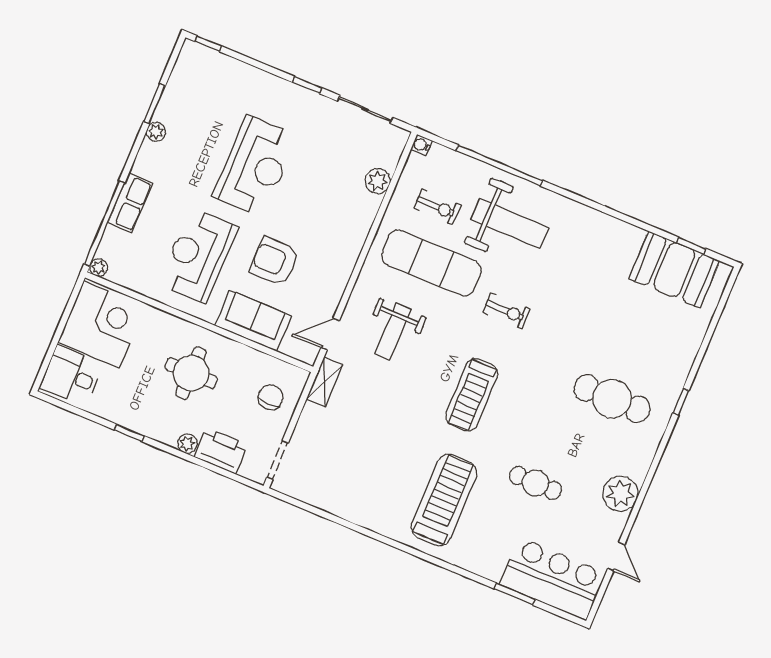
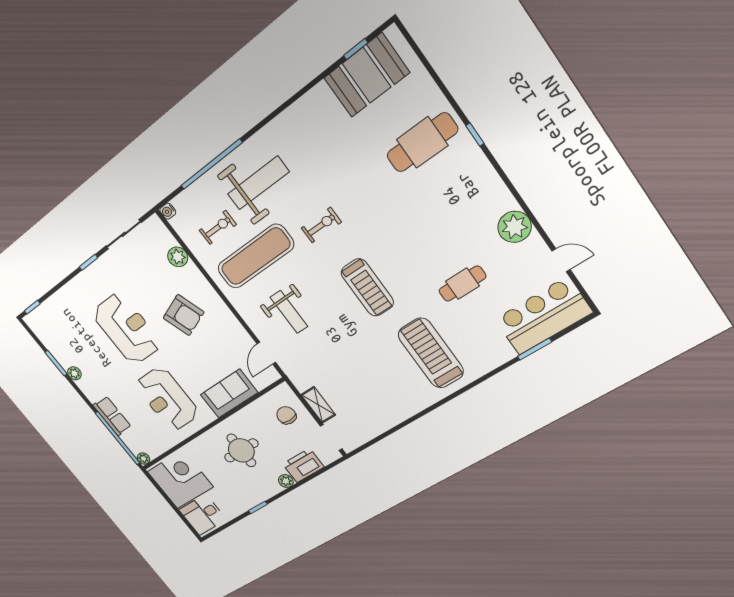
armchair: (275, 261) -> (184, 315), moved, turned -110
shelving: (324, 382) -> (318, 405), moved
cafe table: (612, 399) -> (422, 142), moved

